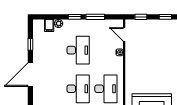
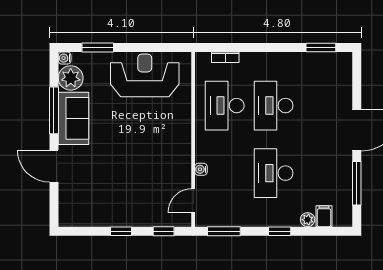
window: (95, 17) -> (224, 231), moved
door: (124, 34) -> (193, 201), swing flipped
window: (30, 44) -> (357, 183), width x2.17

